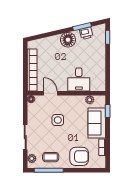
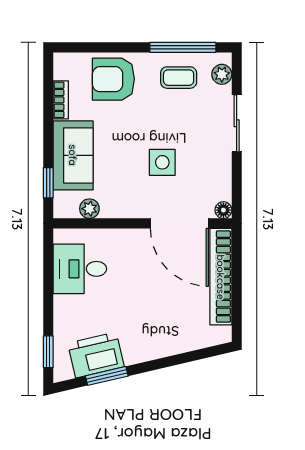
printer: (86, 33) -> (96, 355), width x1.87, depth x1.48
floor lamp: (68, 40) -> (139, 346), removed
desk: (79, 79) -> (80, 269), moved, turned -90
door: (50, 93) -> (179, 223), width x1.87

